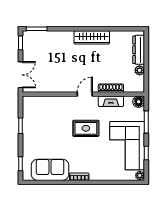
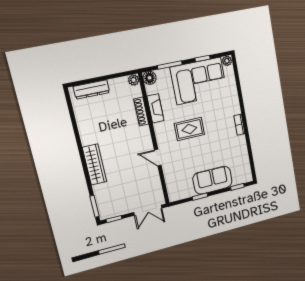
wardrobe: (92, 37) -> (95, 165), moved
plant: (140, 70) -> (134, 80), moved
double door: (20, 75) -> (148, 210), swing flipped
door: (85, 94) -> (158, 158), moved
rug: (86, 128) -> (189, 129), turned 90
sofa: (50, 170) -> (213, 180), moved, turned 90

